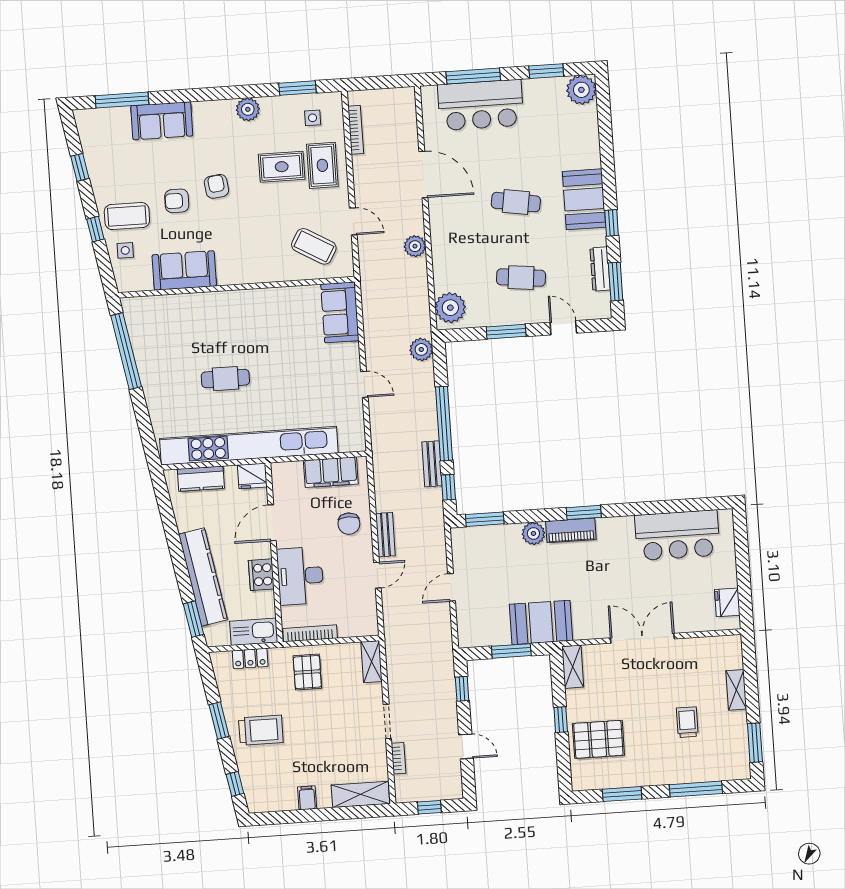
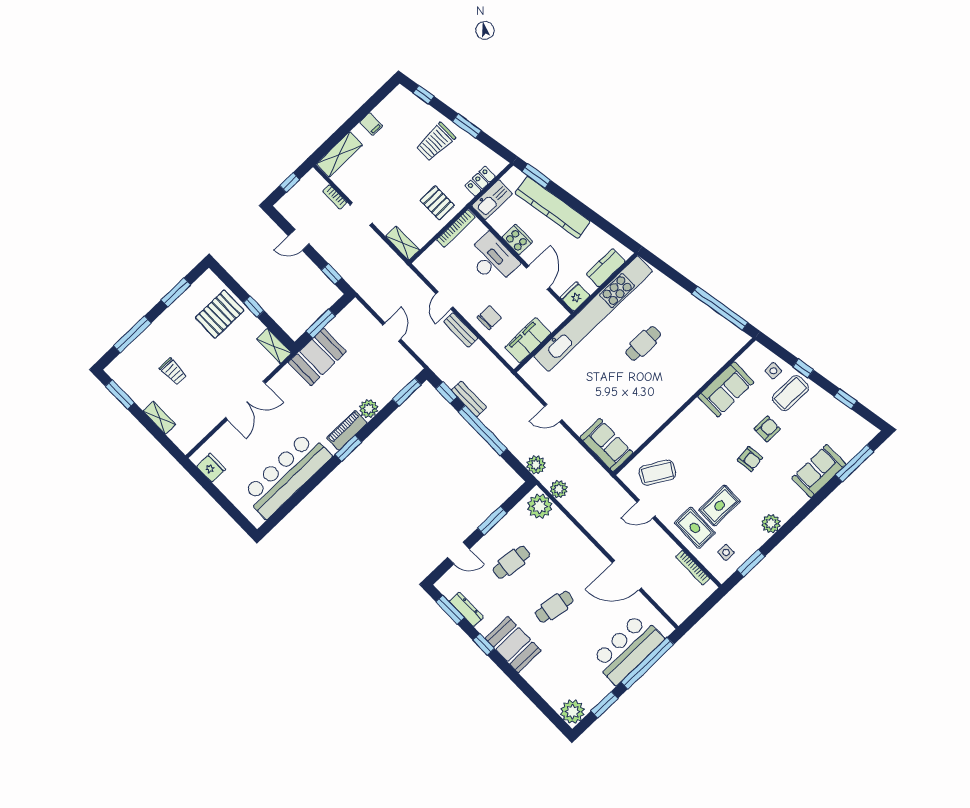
window: (473, 76) -> (647, 663), width x1.46
plant: (415, 246) -> (559, 489), moved
chair: (349, 524) -> (489, 318), turned 90
bar counter: (677, 535) -> (287, 475), width x1.36

